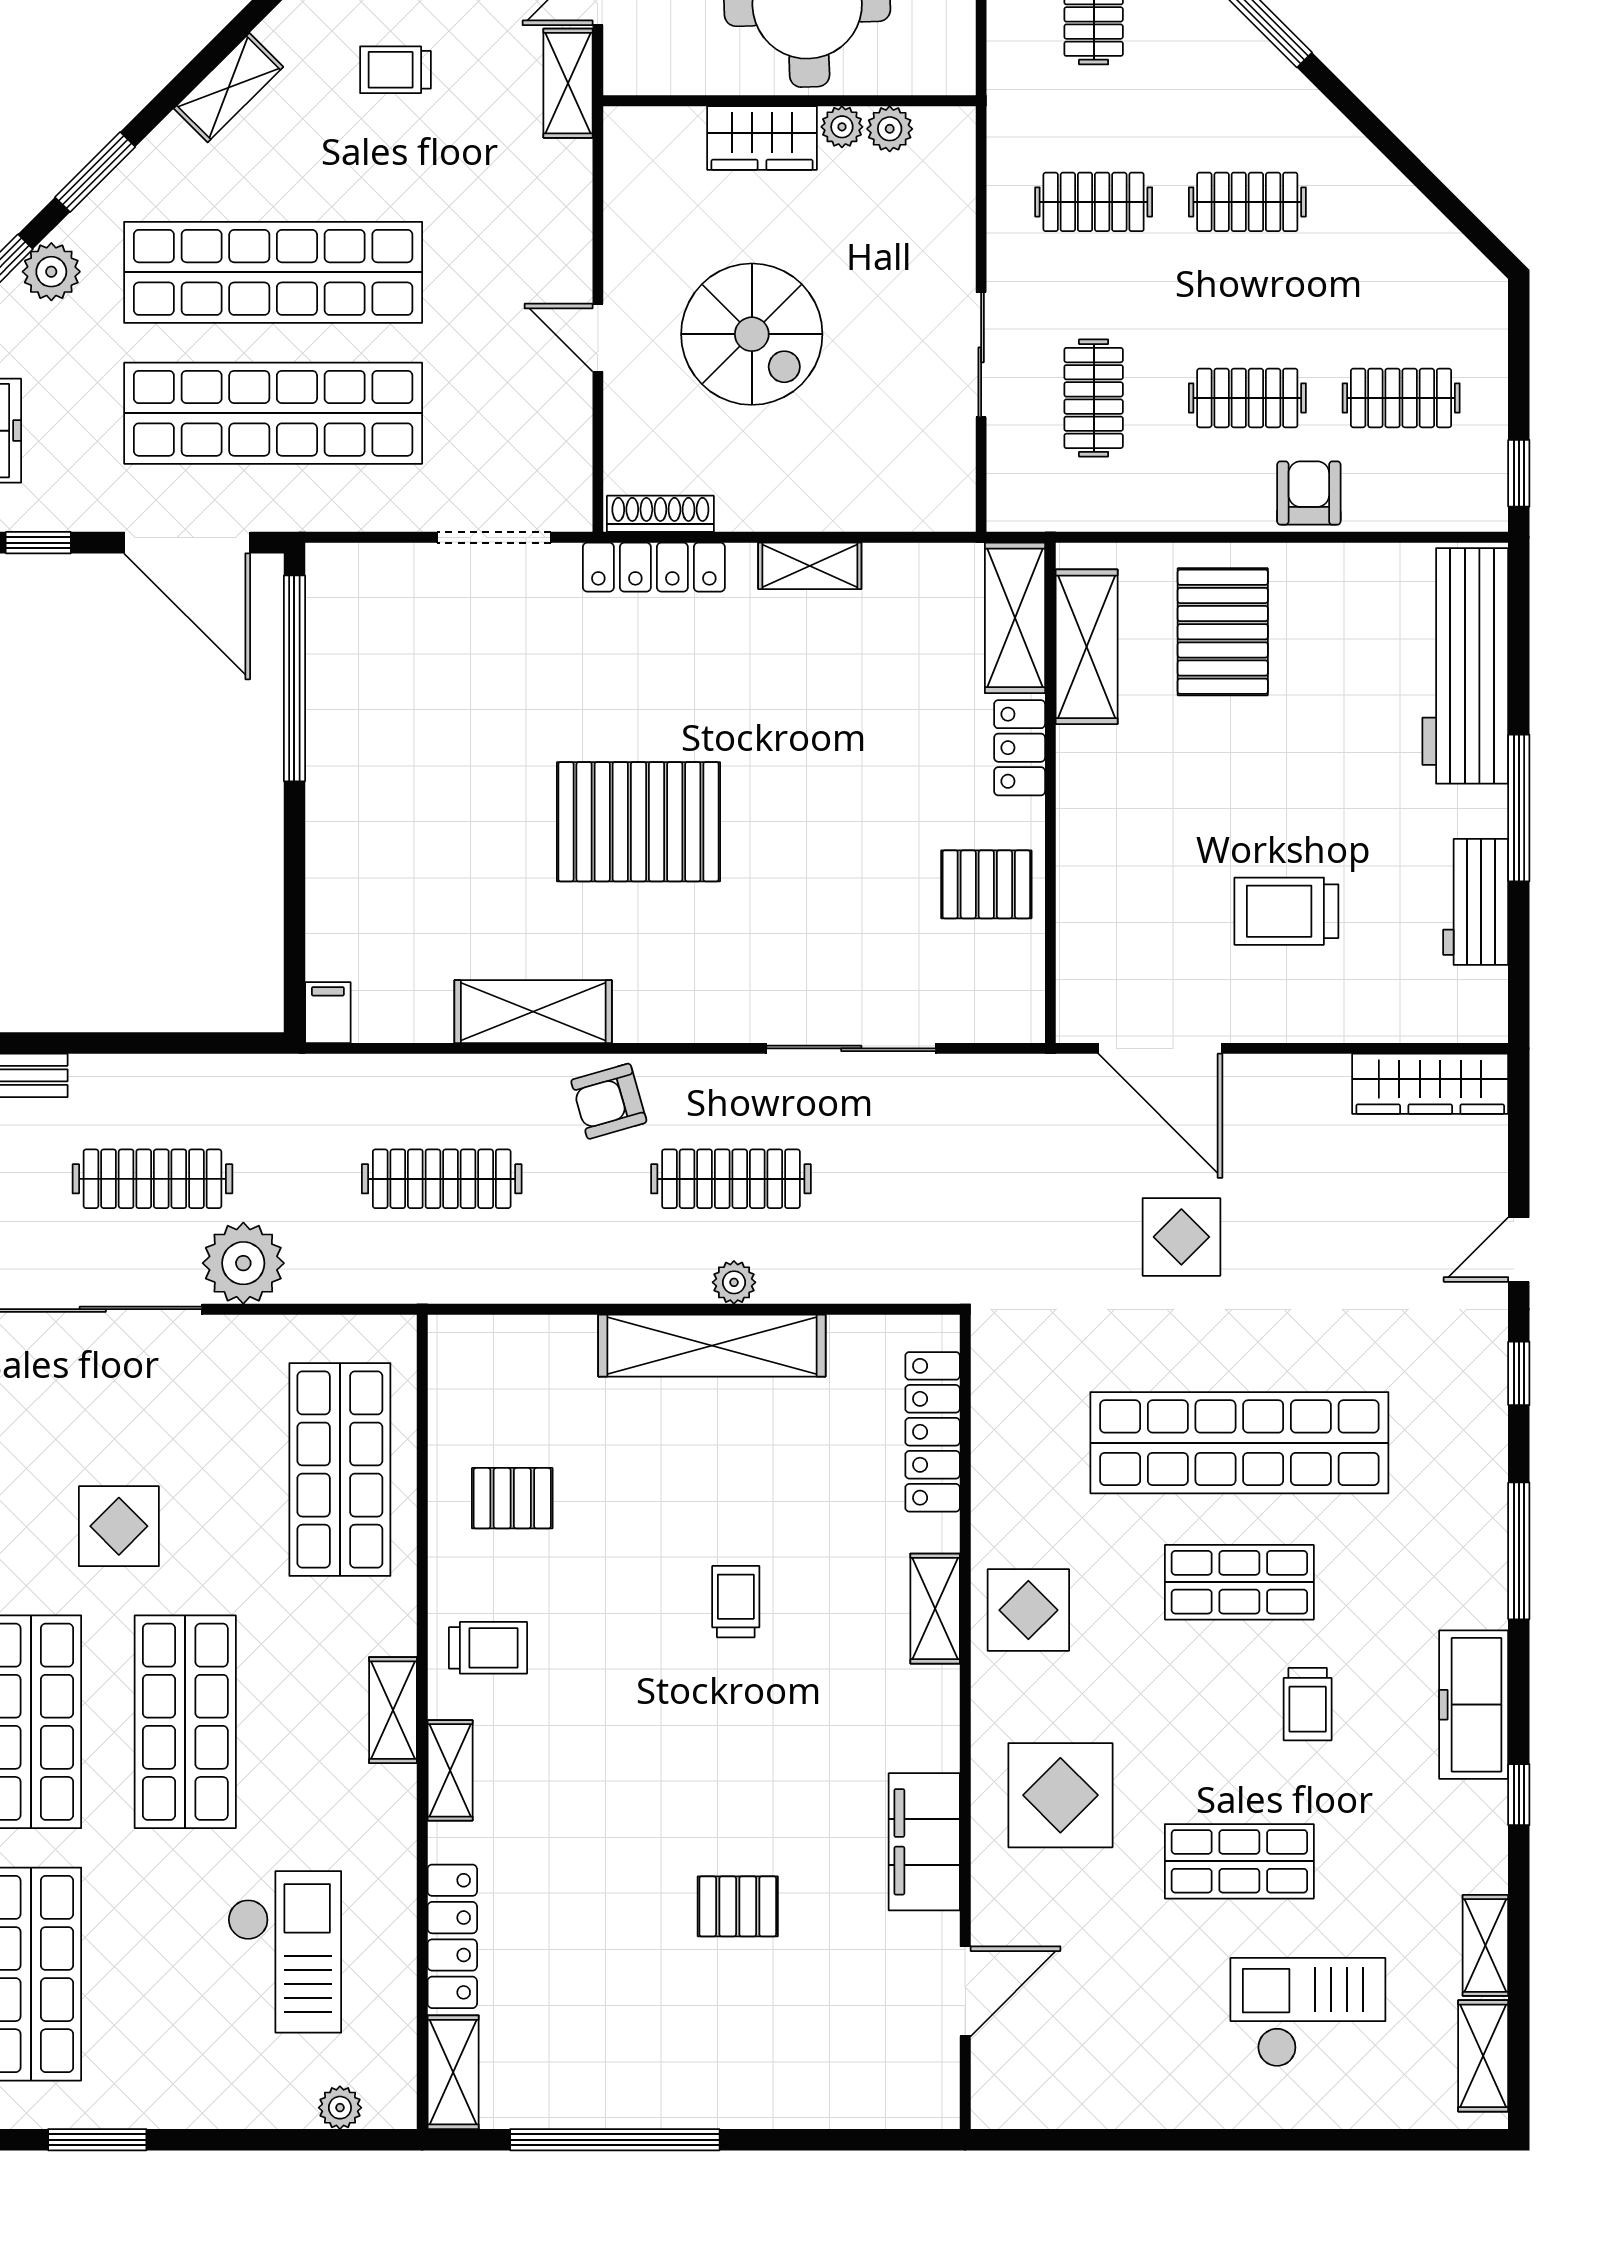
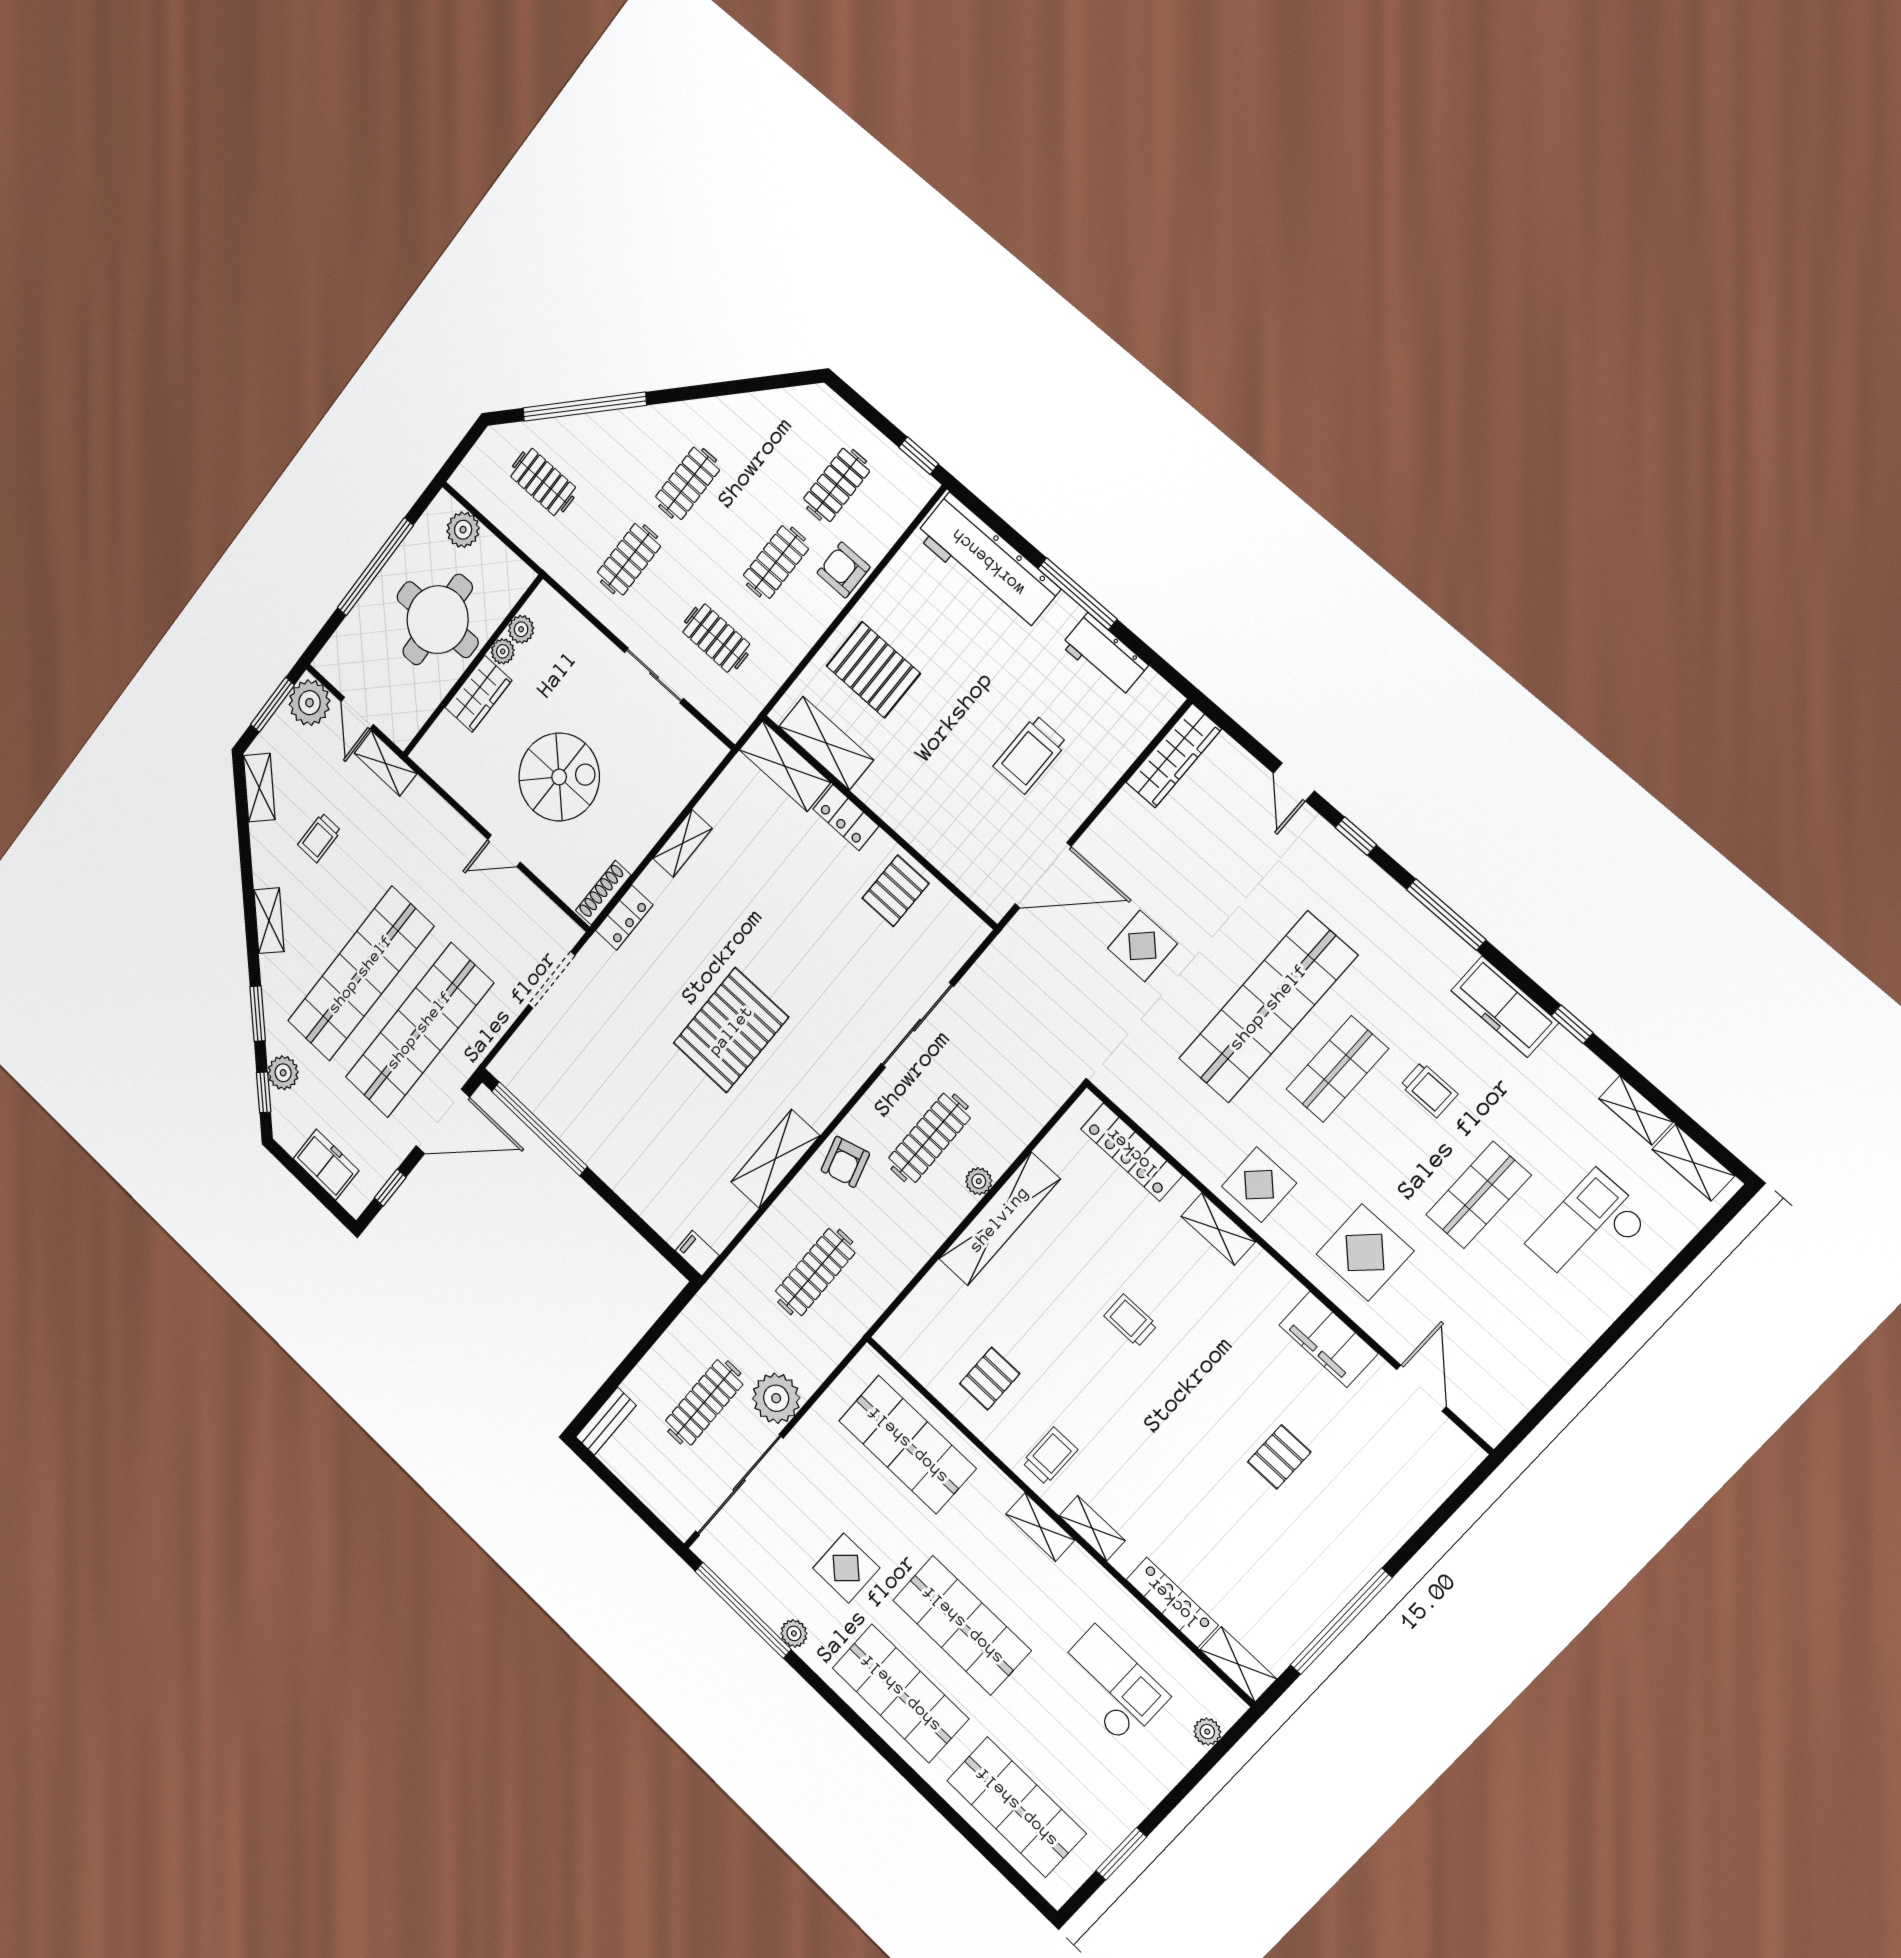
locker: (654, 567) -> (624, 918), width x0.66

